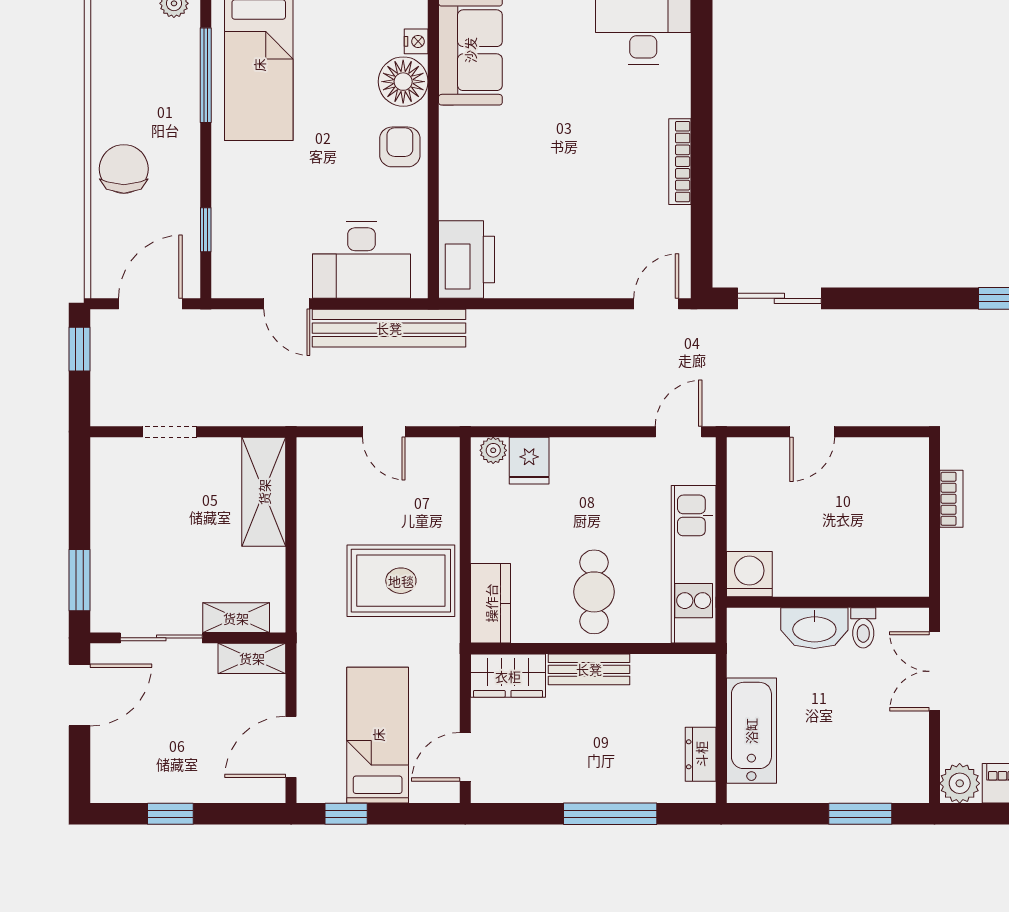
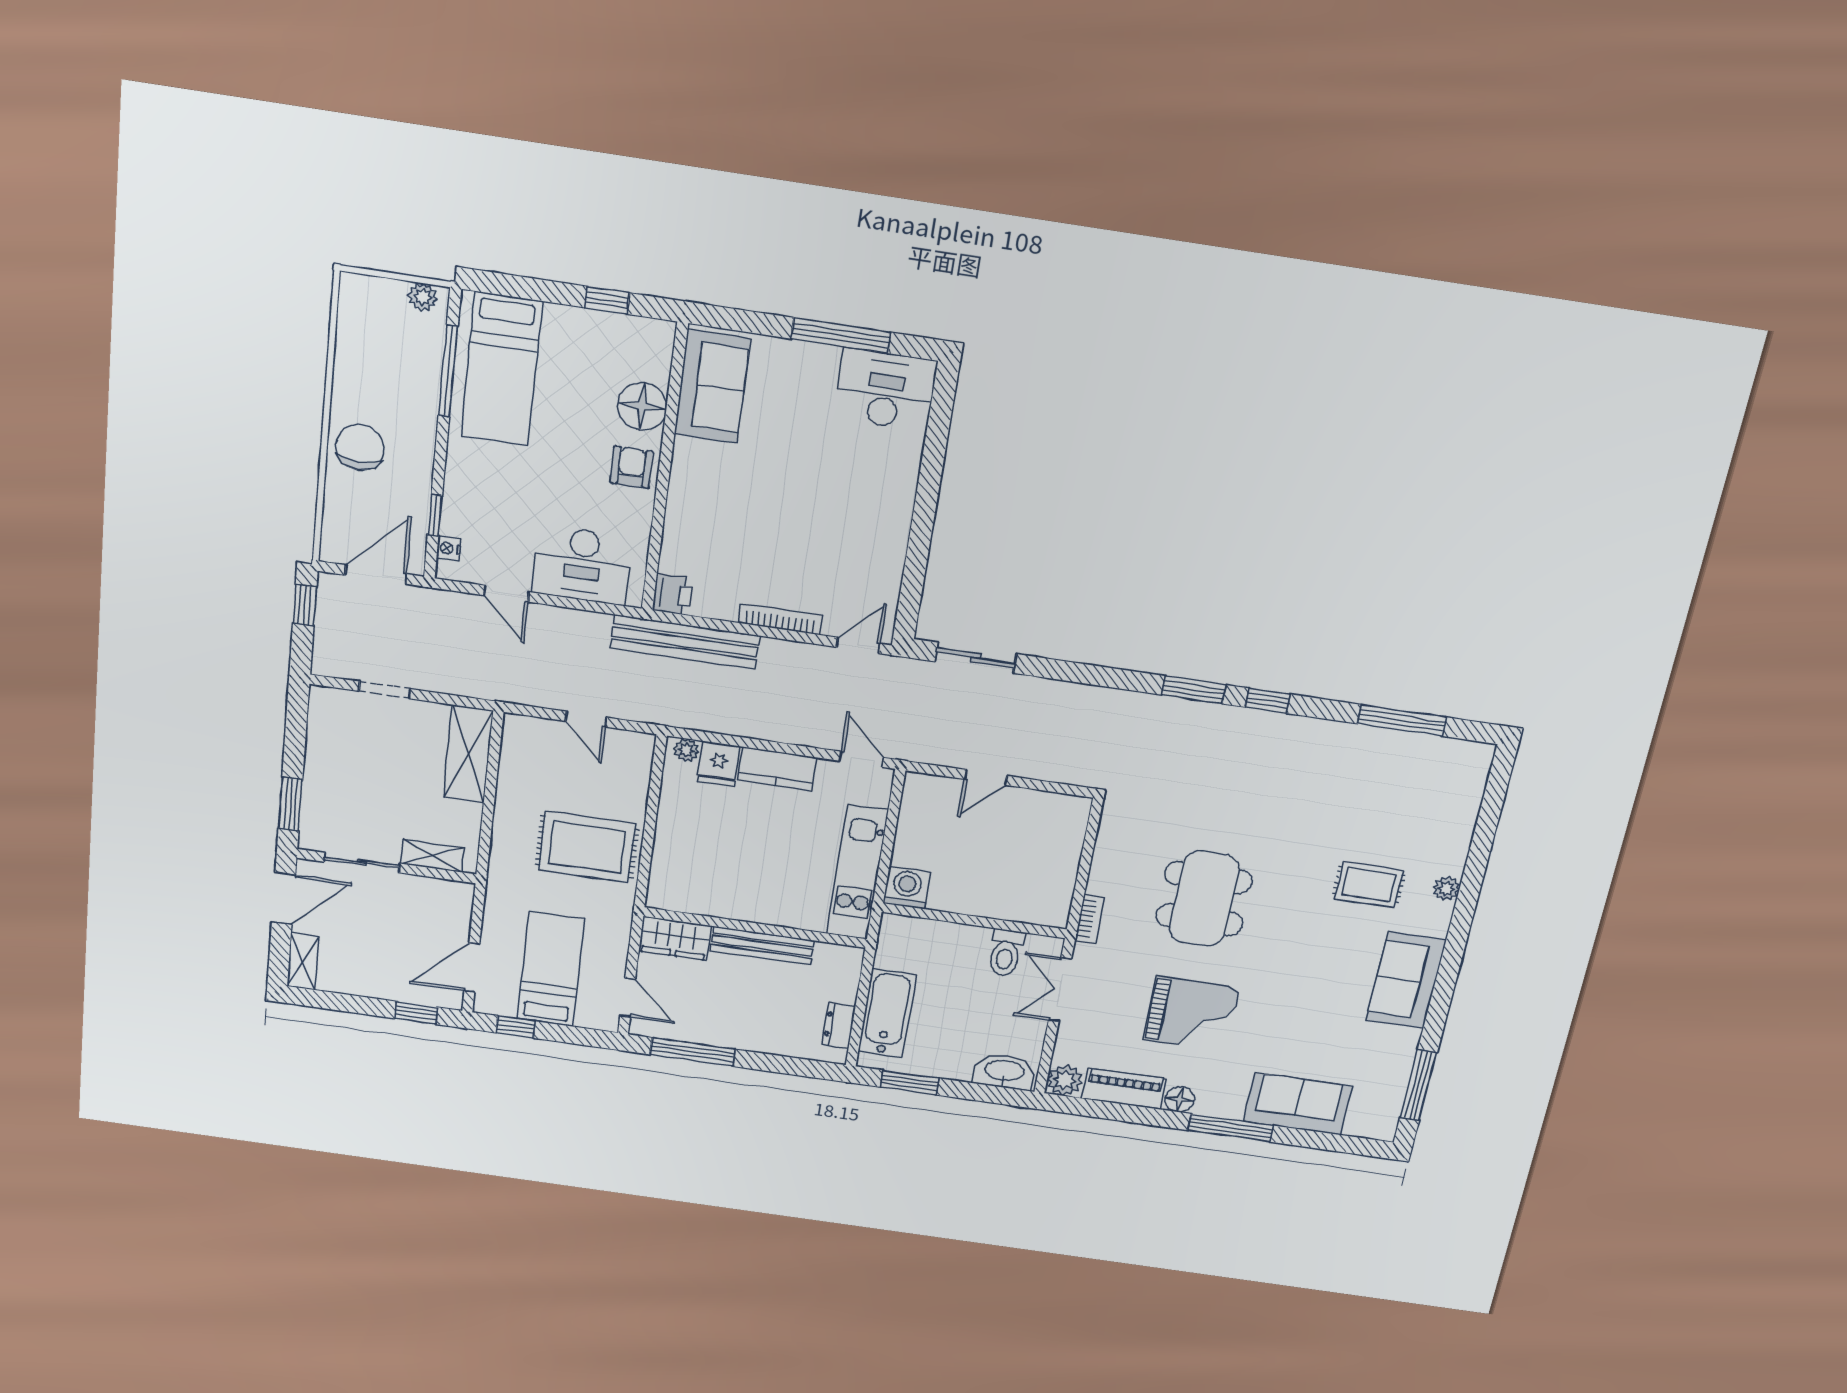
nightstand: (416, 41) -> (449, 548), moved, turned 180
bookcase: (680, 162) -> (780, 619), moved, turned 90
printer: (467, 259) -> (672, 594), width x0.53, depth x0.68
bench: (389, 328) -> (685, 642), moved
door: (679, 432) -> (861, 759), hinge flipped
bookcase: (951, 499) -> (1090, 919), moved
cafe table: (594, 592) -> (763, 882), removed
kitchen counter: (491, 603) -> (777, 769), moved, turned 90
washbasin: (814, 628) -> (1004, 1071), moved, turned 180
toilet: (863, 628) -> (1005, 953), width x1.37, depth x1.39
shelving: (252, 658) -> (303, 961), moved, turned 90
bench: (589, 669) -> (762, 946), width x1.36
door: (465, 757) -> (628, 997), swing flipped
window: (170, 814) -> (416, 1013), moved
window: (610, 814) -> (693, 1052), moved
window: (860, 814) -> (909, 1083), moved

